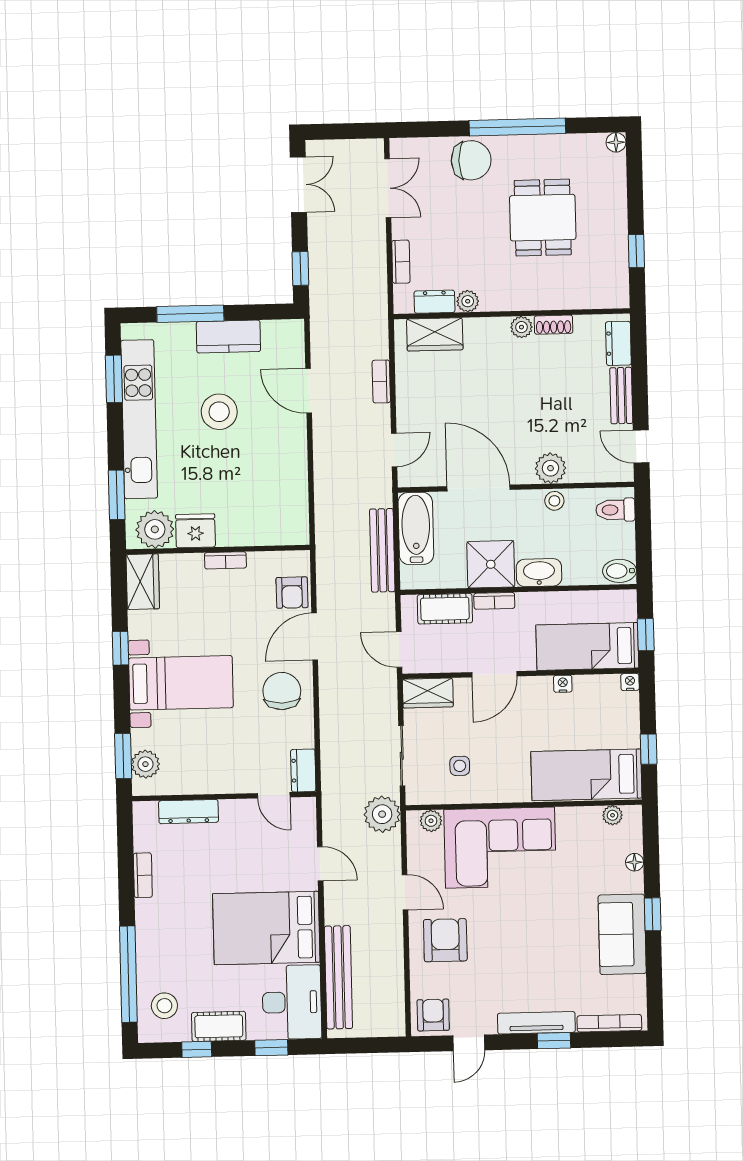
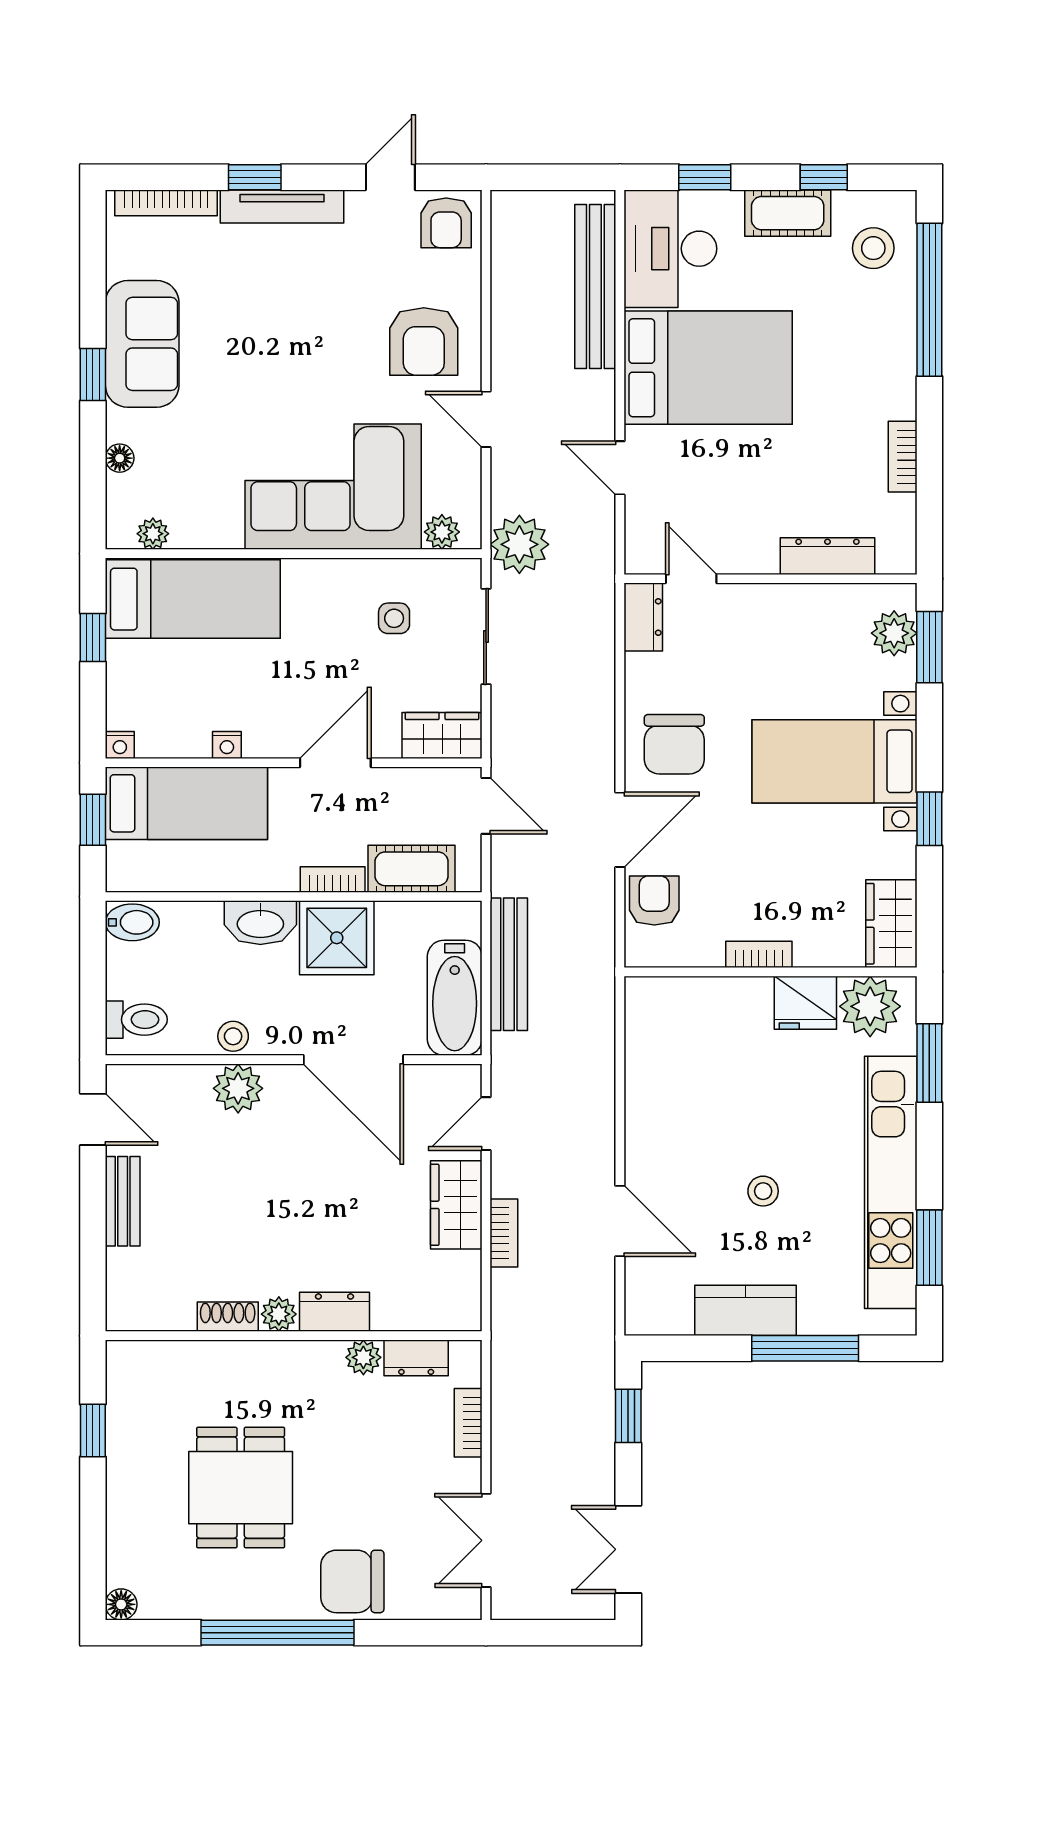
wardrobe: (435, 334) -> (456, 1205), moved, turned -90
dresser: (618, 343) -> (334, 1312), moved, turned -90
stool: (219, 412) -> (763, 1191), width x0.53, depth x0.53

